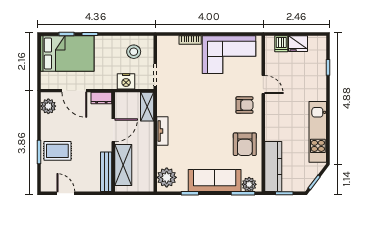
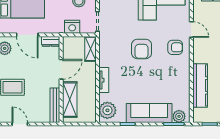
tv unit: (162, 131) -> (104, 80), moved
armchair: (245, 144) -> (142, 49), moved
kitchen counter: (273, 166) -> (200, 85), moved

